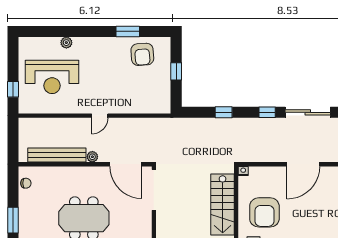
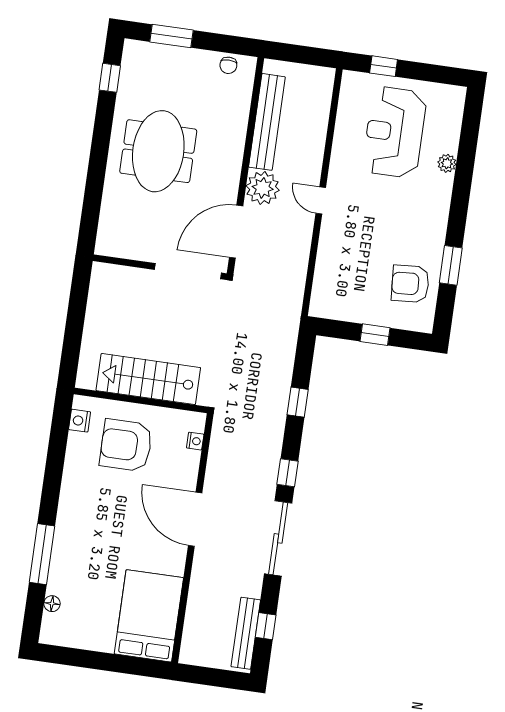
plant: (92, 157) -> (263, 188), width x1.88, depth x1.88
nightstand: (243, 171) -> (195, 441), moved

